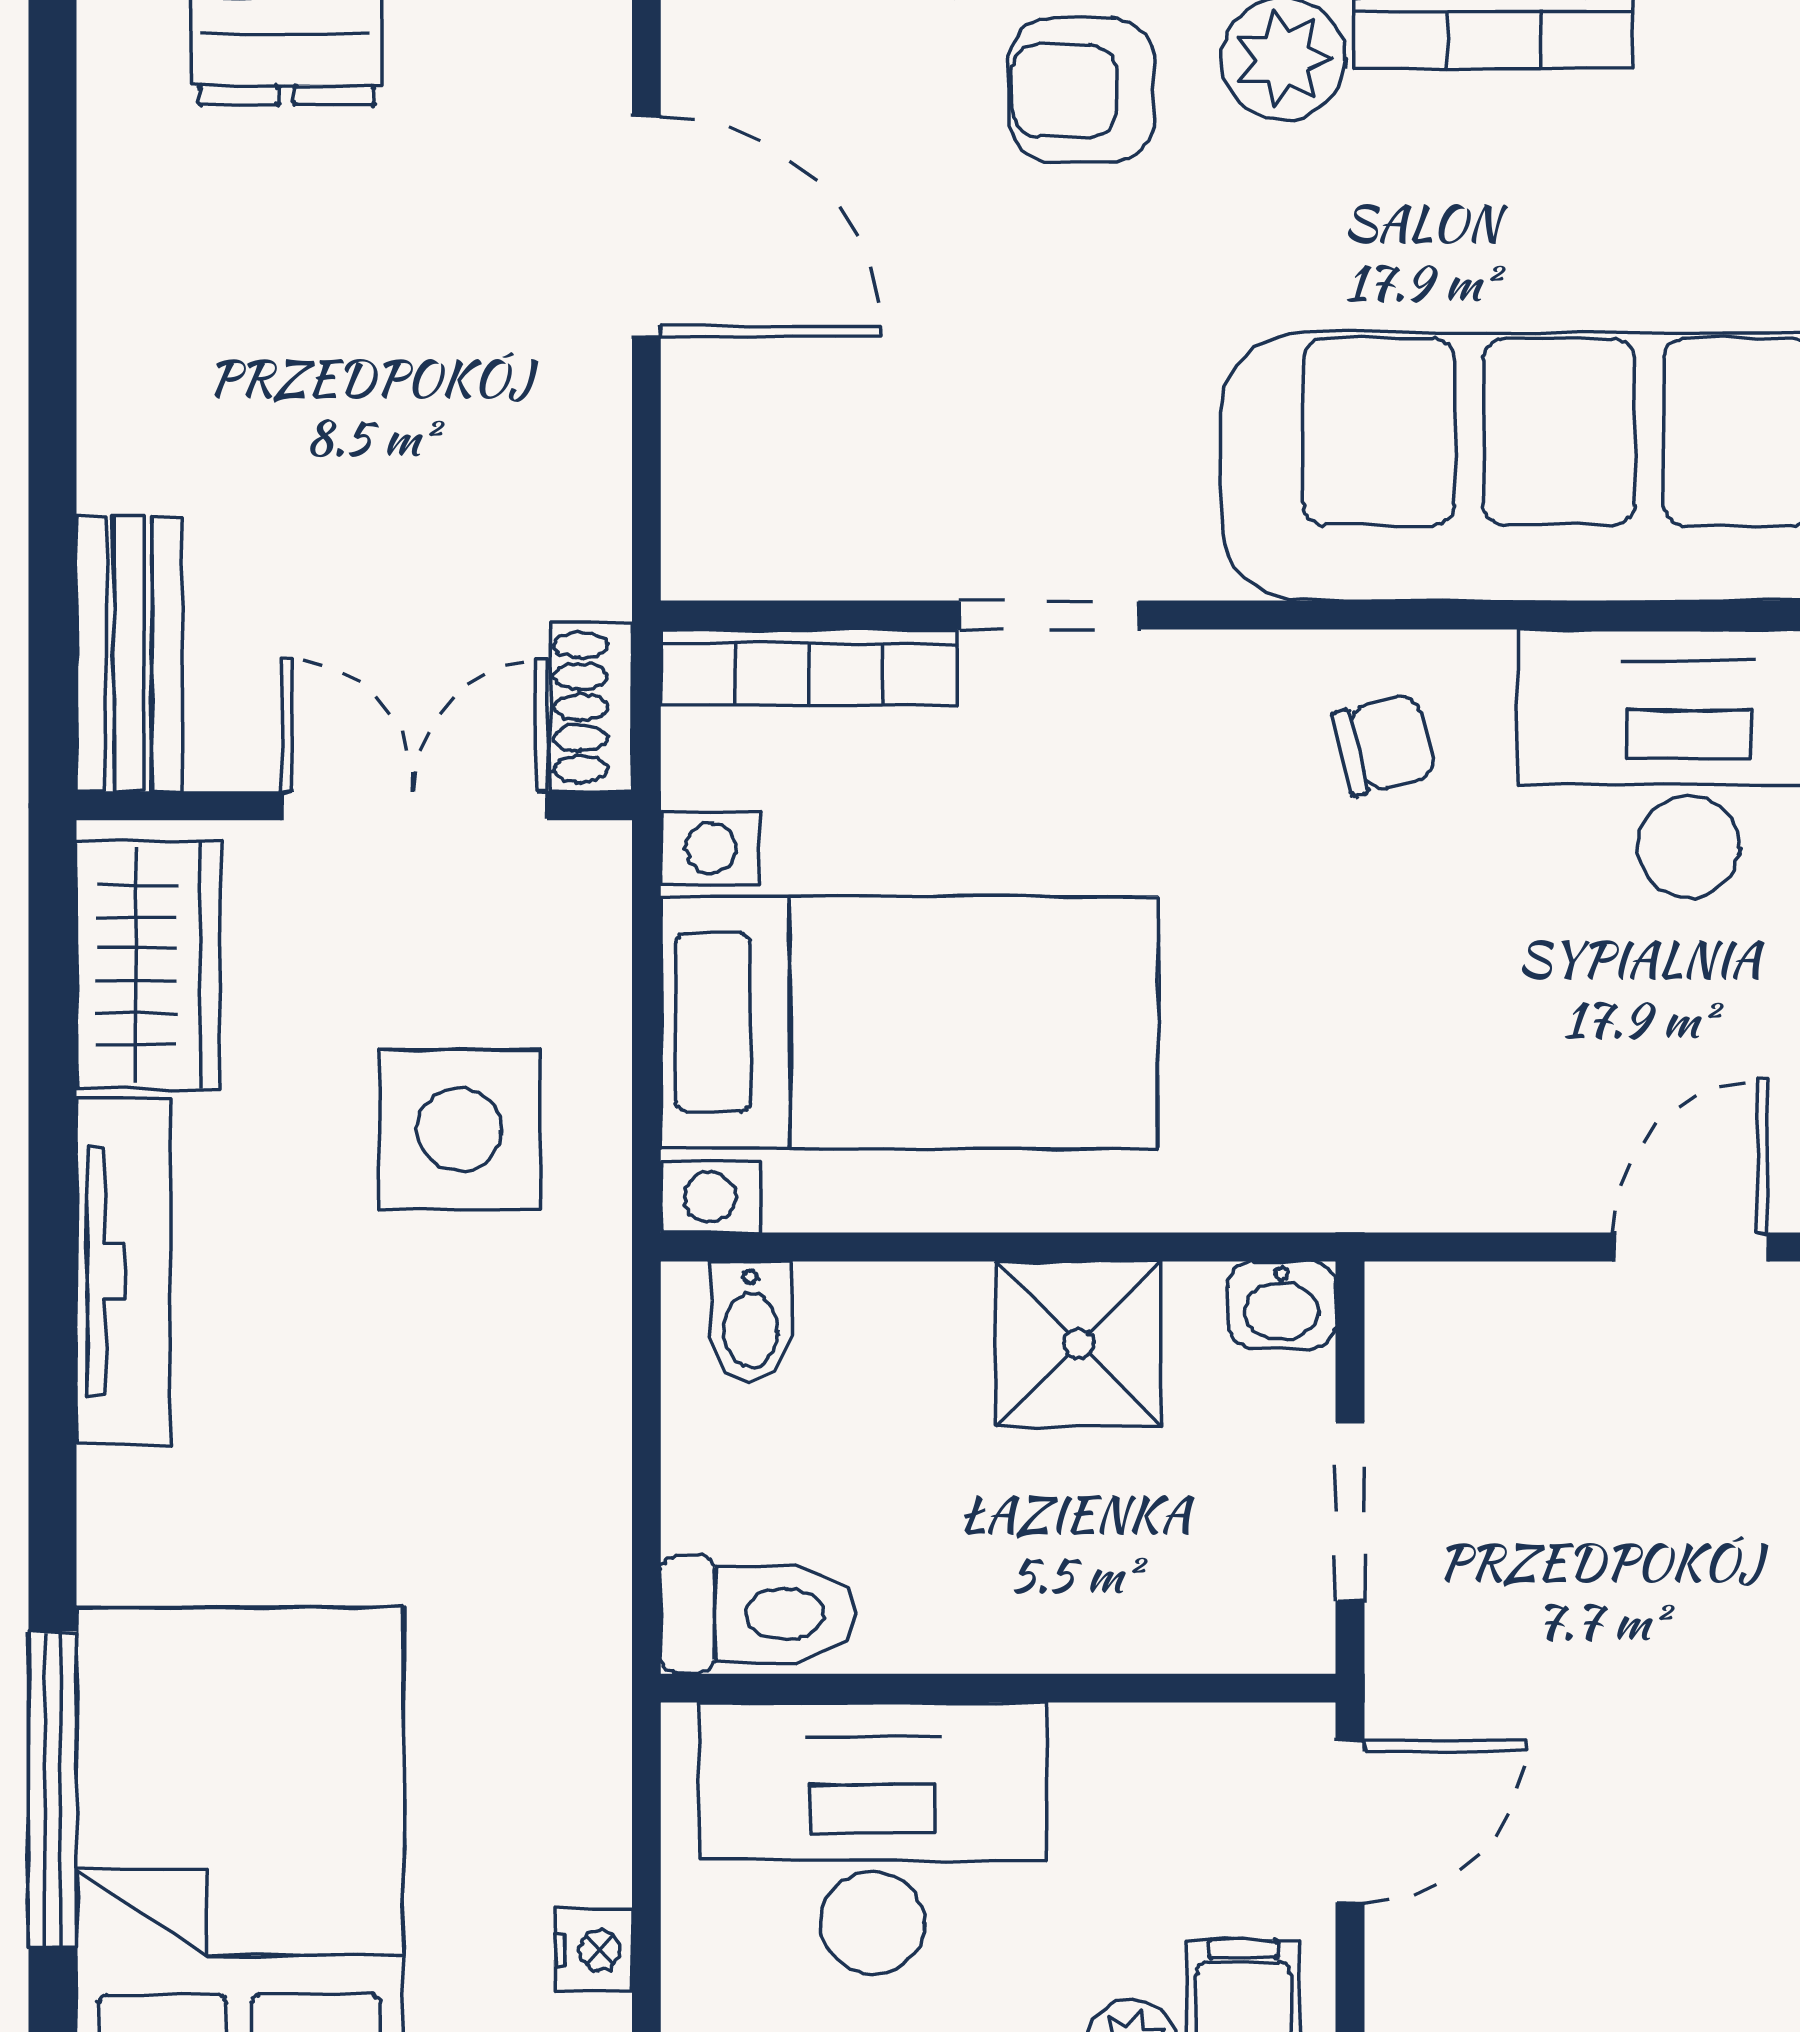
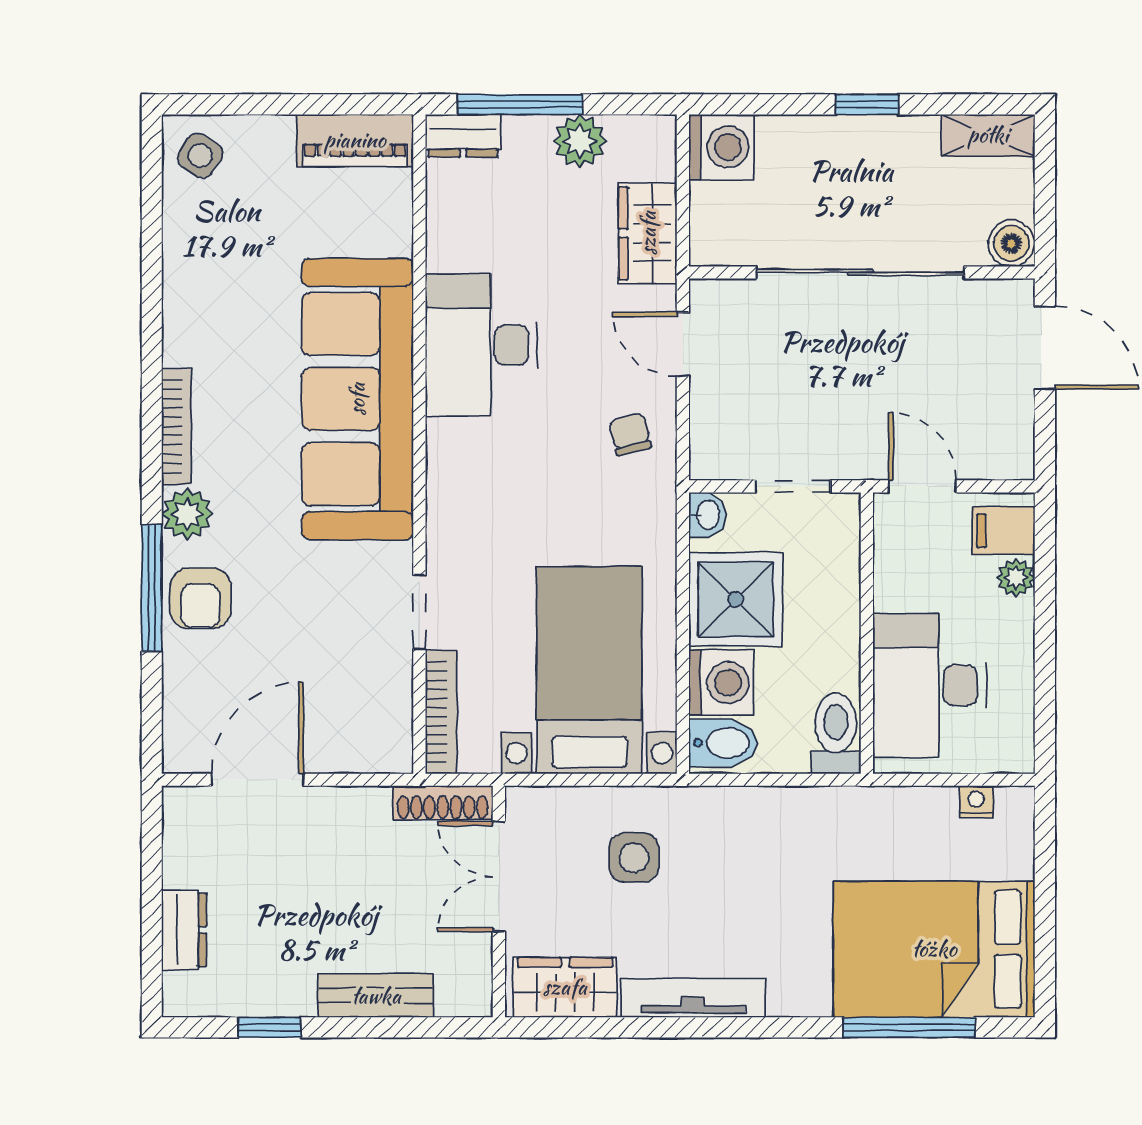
window: (53, 256) -> (270, 1027), added
bench: (129, 654) -> (376, 996), moved
shoe rack: (591, 707) -> (443, 803), width x1.43
chair: (1384, 744) -> (630, 434), moved
side table: (459, 1130) -> (634, 858), width x0.73, depth x0.73
bidet: (751, 1322) -> (723, 743), width x1.38, depth x1.36
washing machine: (879, 1339) -> (721, 683), added
shower: (1079, 1344) -> (736, 599), width x1.36, depth x1.36

